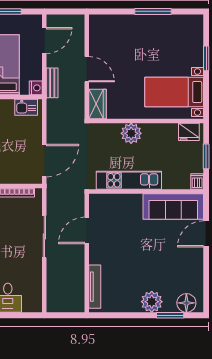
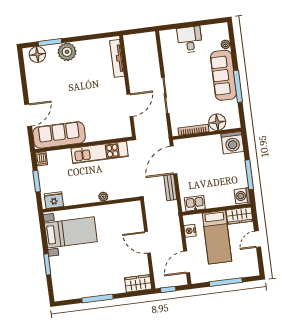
window: (70, 11) -> (168, 289), added
bench: (52, 83) -> (170, 187), moved
nightstand: (36, 88) -> (190, 231), moved
wardrobe: (97, 104) -> (138, 283), moved, turned 90
plant: (131, 133) -> (103, 197), width x0.53, depth x0.53

